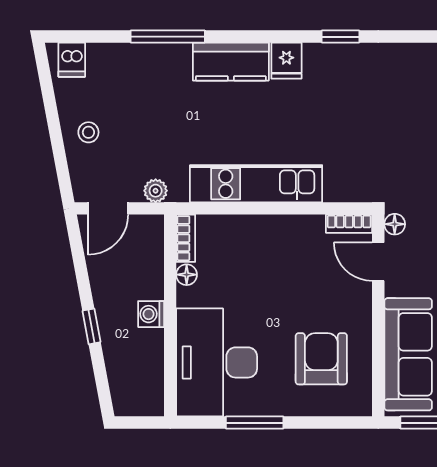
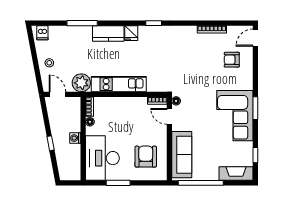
plant: (156, 191) -> (81, 83), width x1.88, depth x1.88
door: (108, 208) -> (57, 94), swing flipped

